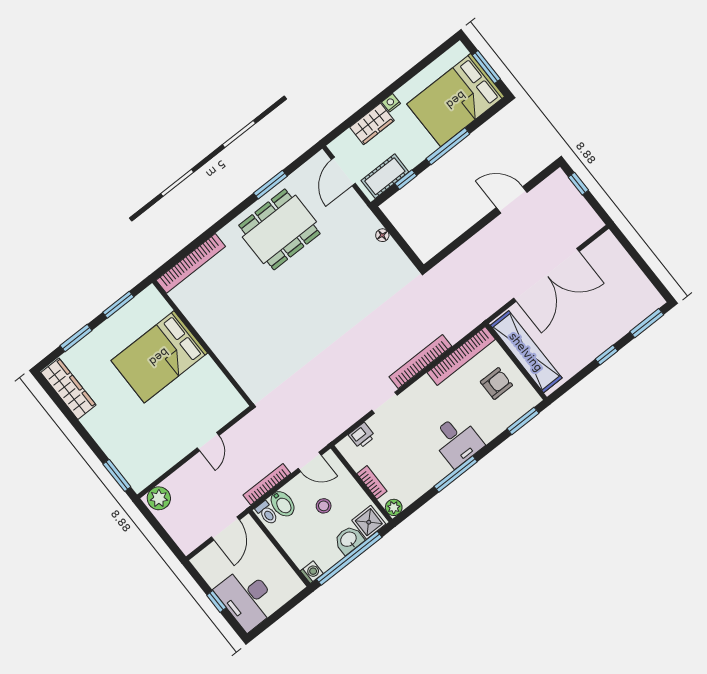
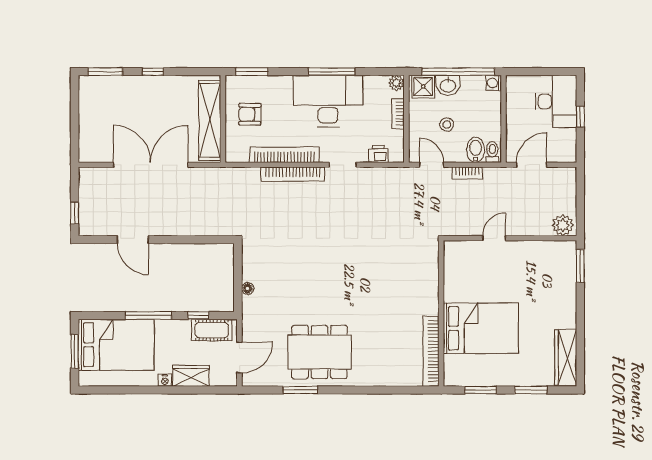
bookcase: (191, 263) -> (431, 351), moved, turned -90
bookcase: (461, 356) -> (284, 155), moved
desk: (457, 441) -> (328, 101), width x1.87, depth x1.30
bookcase: (267, 484) -> (467, 173), width x0.64

